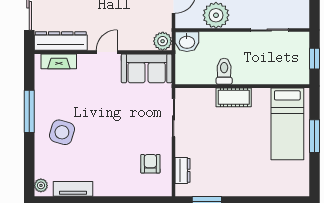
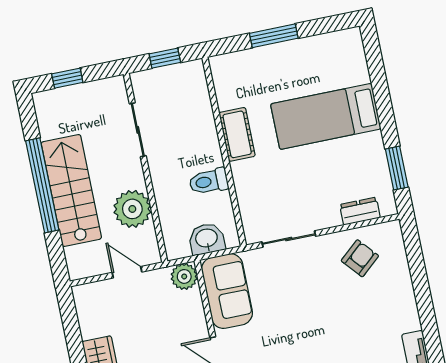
washbasin: (187, 42) -> (207, 239), moved, turned -90
cot: (234, 97) -> (237, 134), moved
bed: (287, 124) -> (326, 116), moved, turned 180
armchair: (150, 164) -> (360, 258), turned 139

